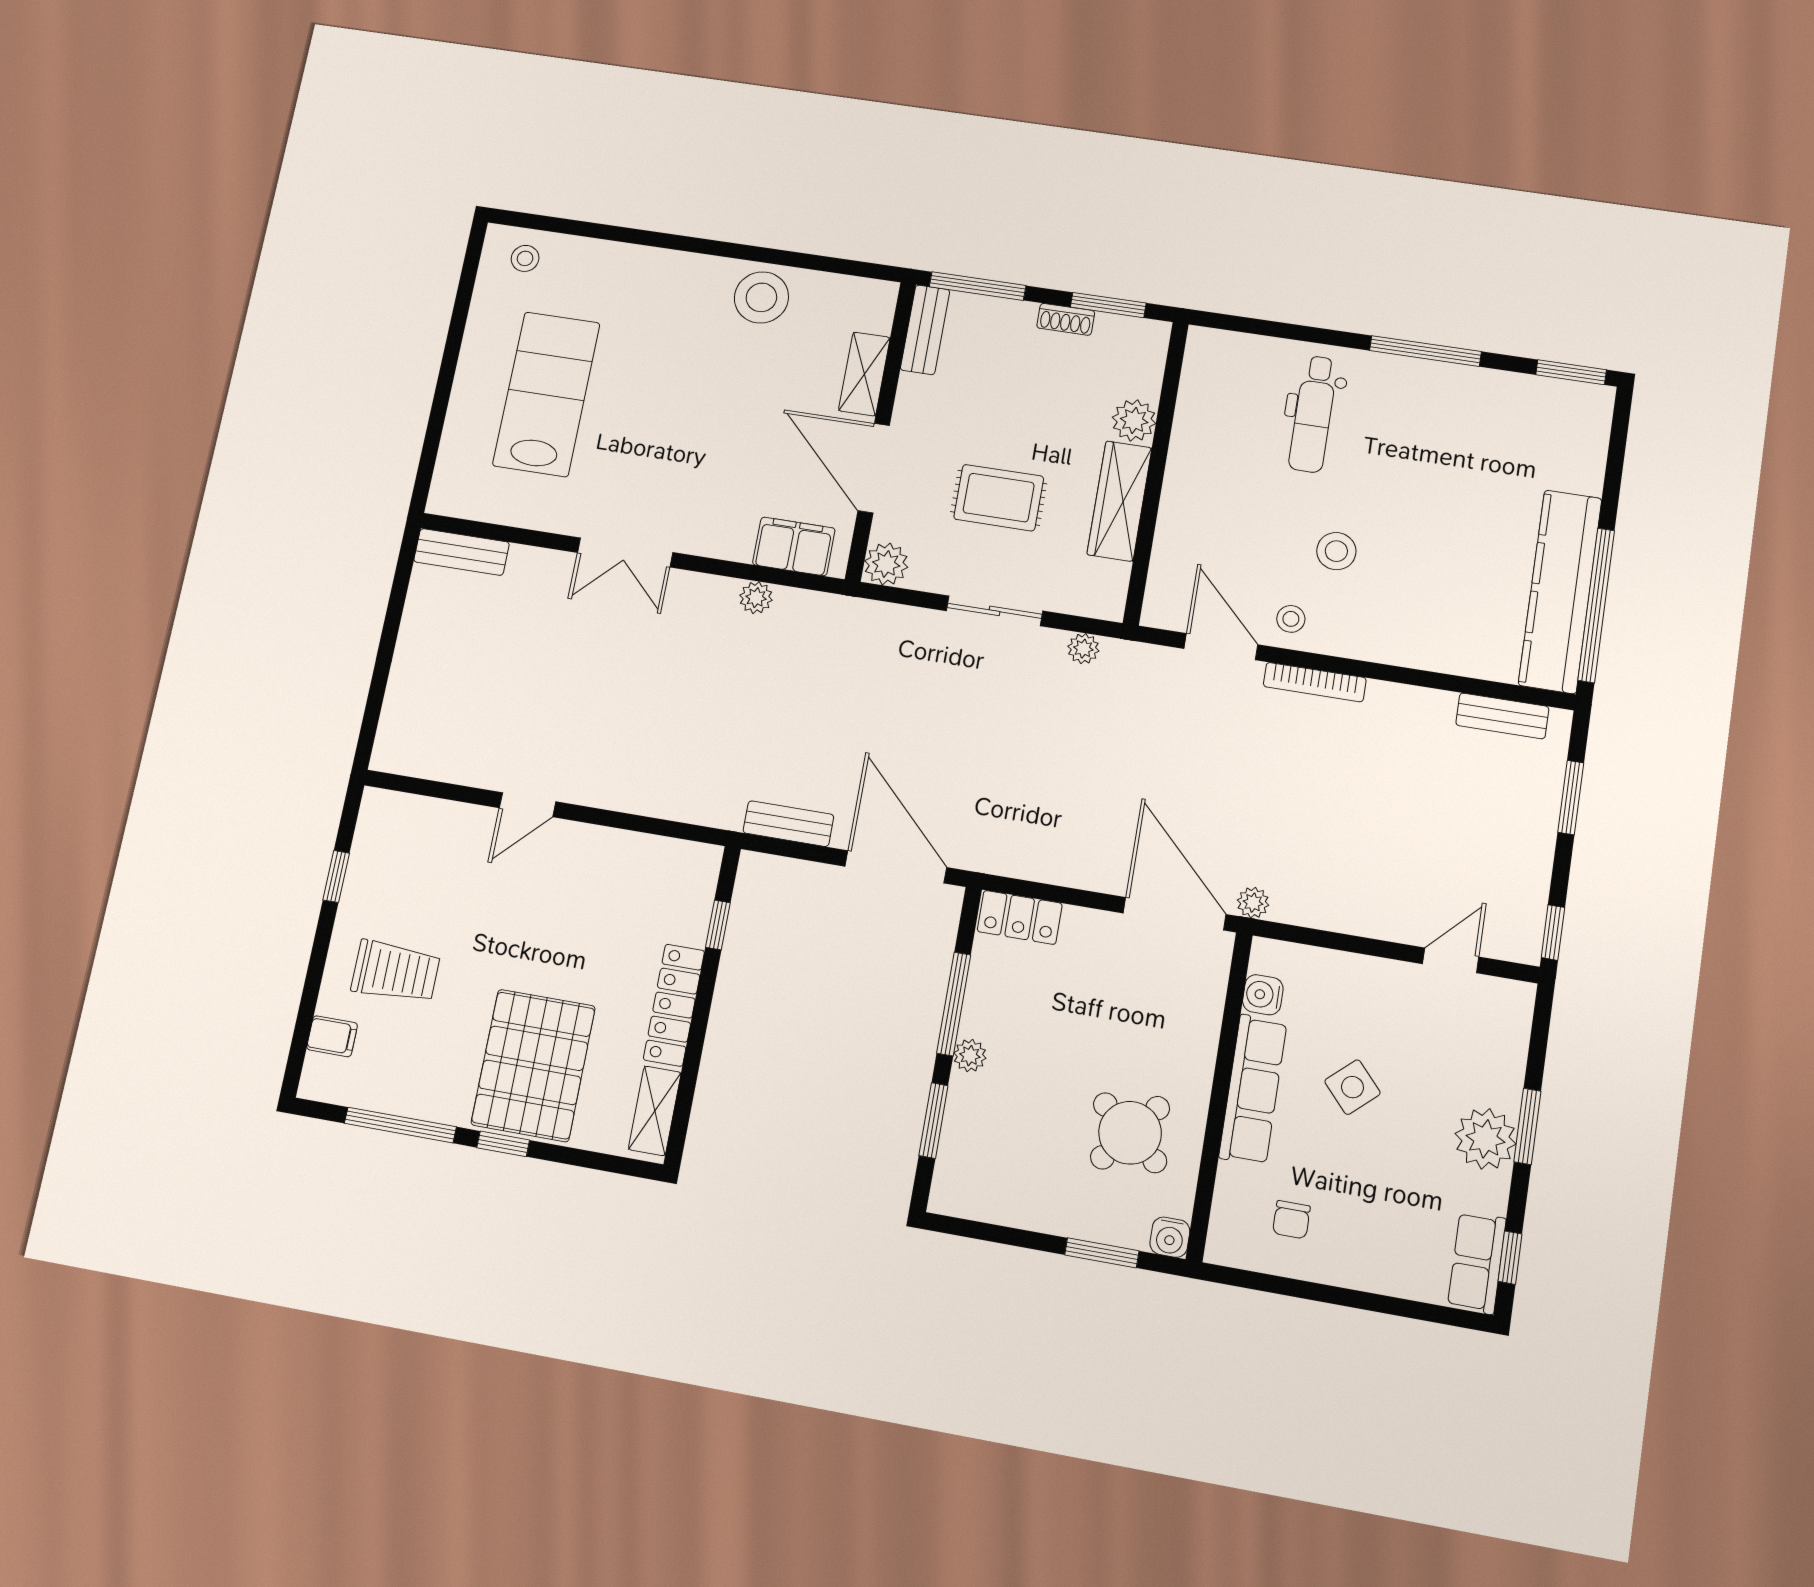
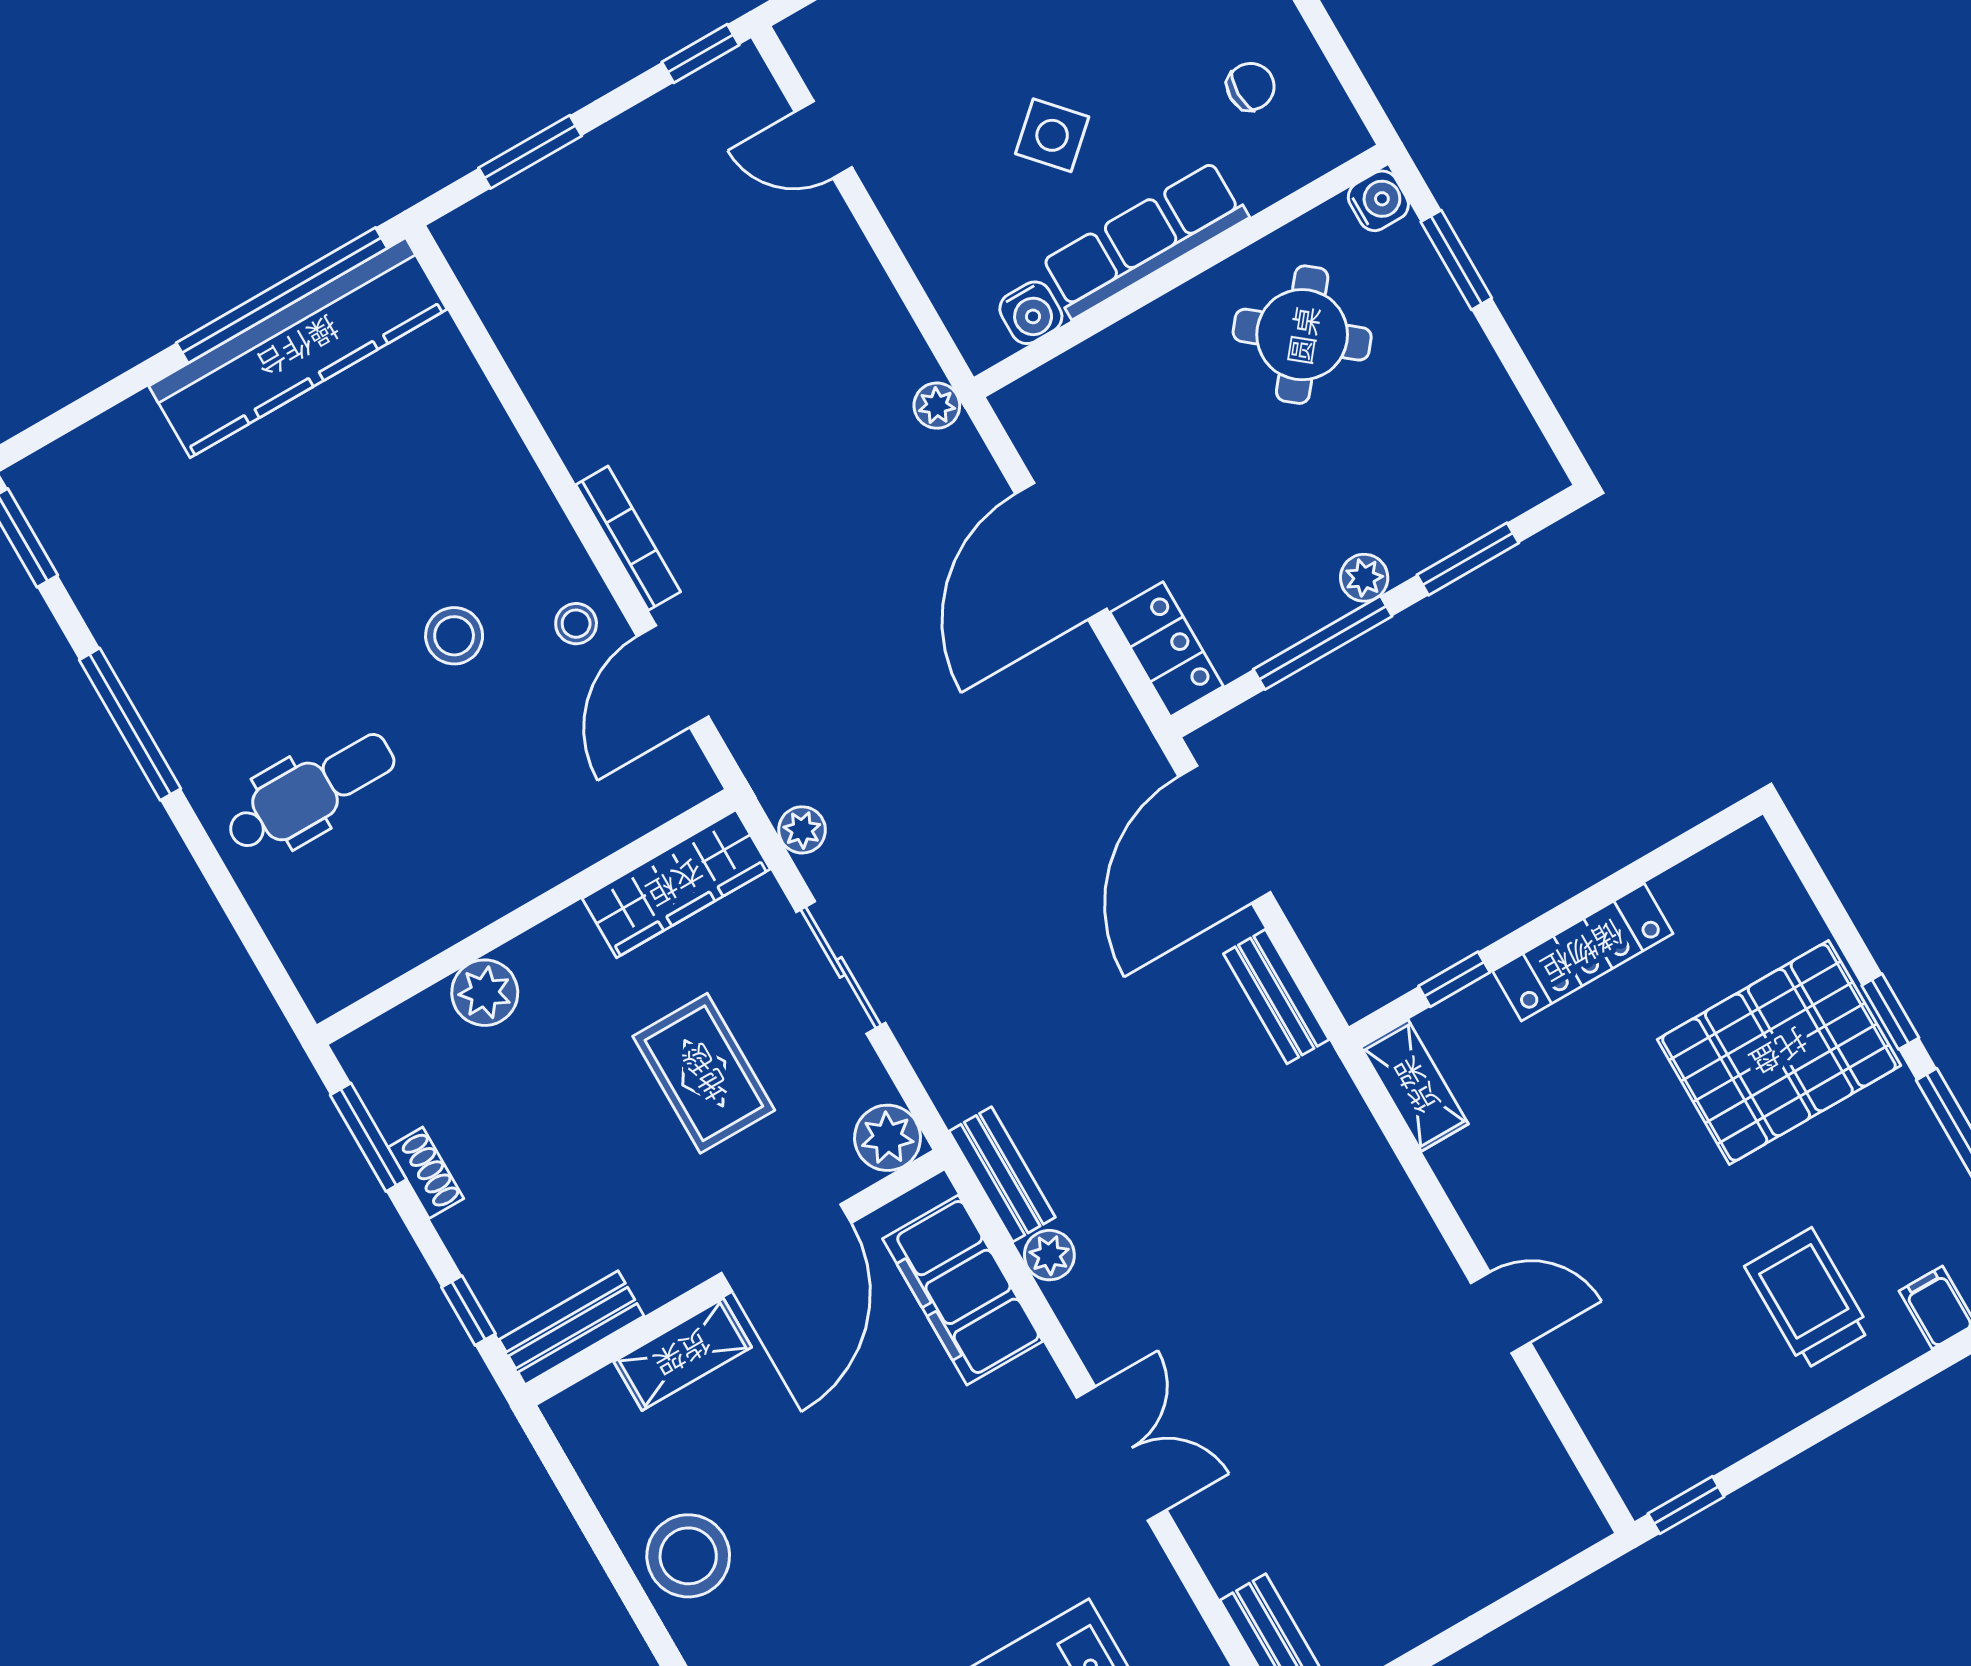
window: (977, 286) -> (468, 1311), width x0.46
wardrobe: (1119, 501) -> (676, 884), moved
filing cabinet: (794, 546) -> (963, 1290), width x1.50, depth x1.17
bench: (1502, 716) -> (1002, 1174), moved
window: (336, 877) -> (1686, 1505), moved
door: (1175, 914) -> (1061, 551), moved
shelving: (655, 1111) -> (1415, 1086), moved, turned 90

